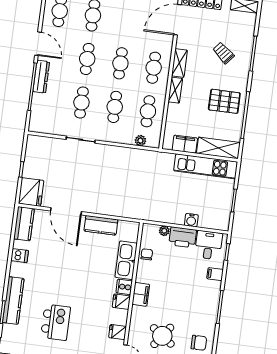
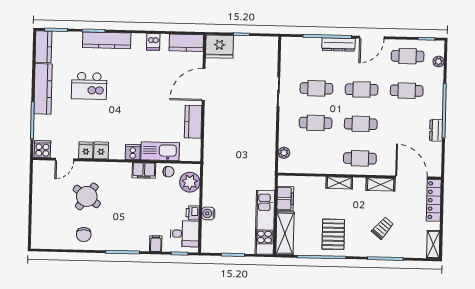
shelving: (179, 63) -> (381, 184), moved
cafe table: (148, 111) -> (315, 157), removed
plant: (164, 231) -> (190, 182), width x1.88, depth x1.88
printer: (183, 237) -> (193, 213), width x0.53, depth x0.68
filing cabinet: (141, 294) -> (144, 170), moved
fridge: (121, 302) -> (101, 150), moved

